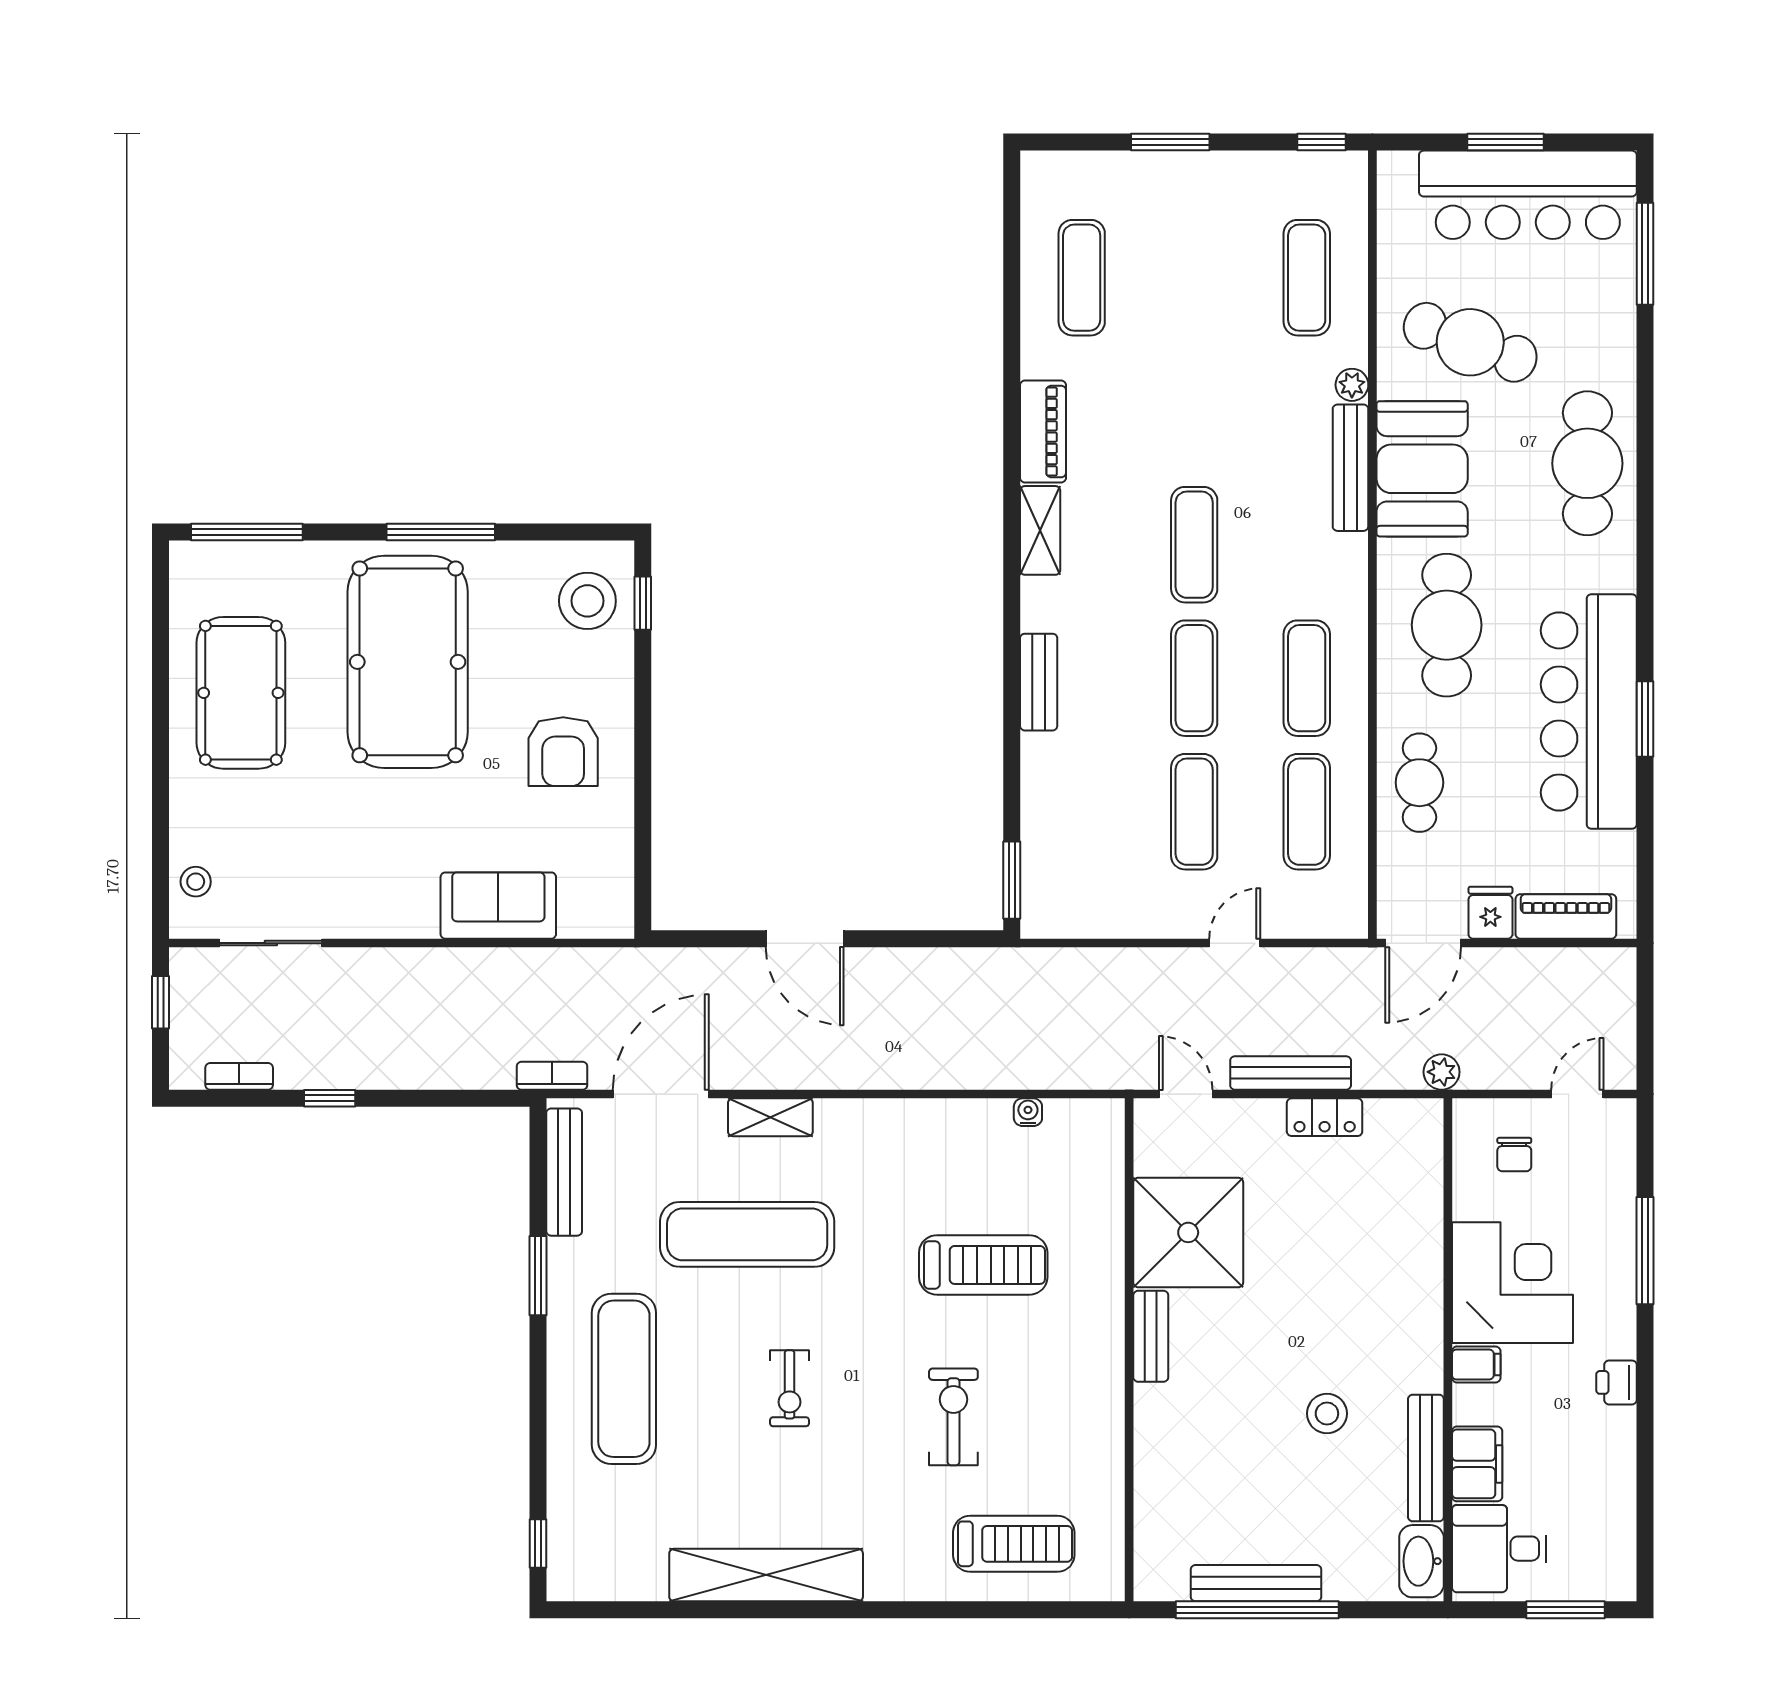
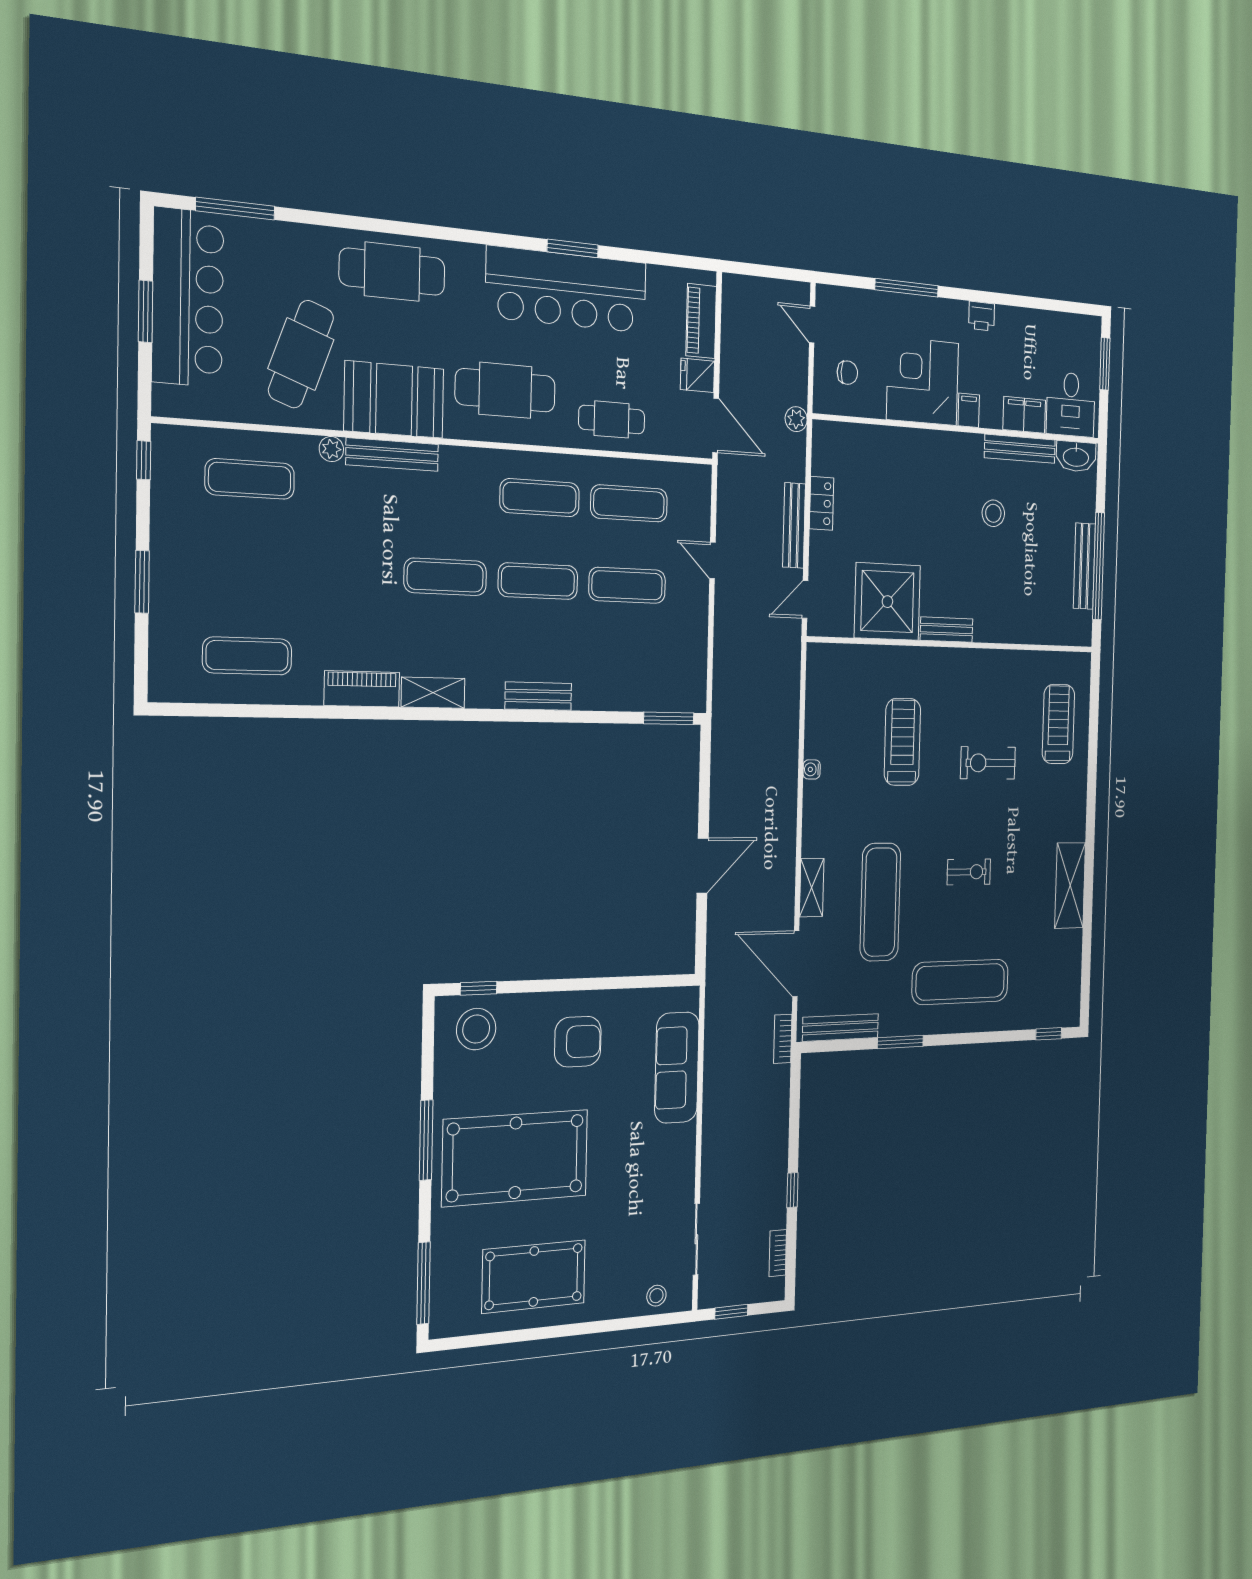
sofa: (498, 906) -> (677, 1068), width x1.36
water cooler: (1028, 1112) -> (812, 769), moved
shelving: (766, 1575) -> (1070, 885), width x0.68

